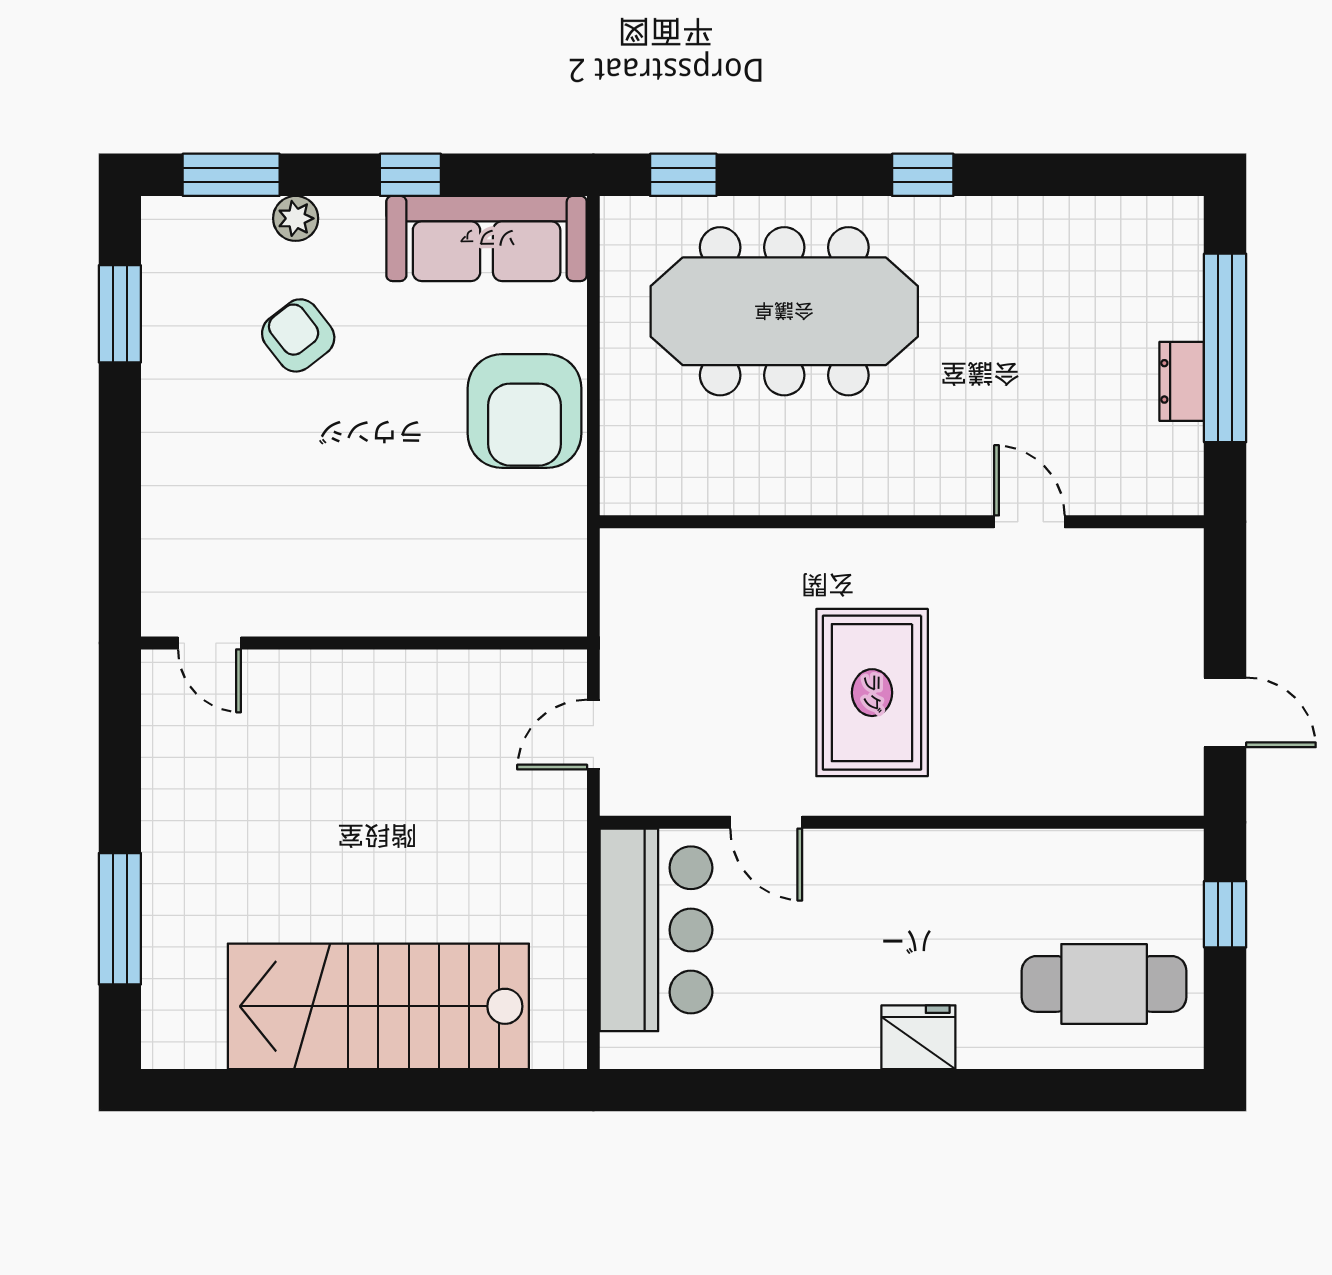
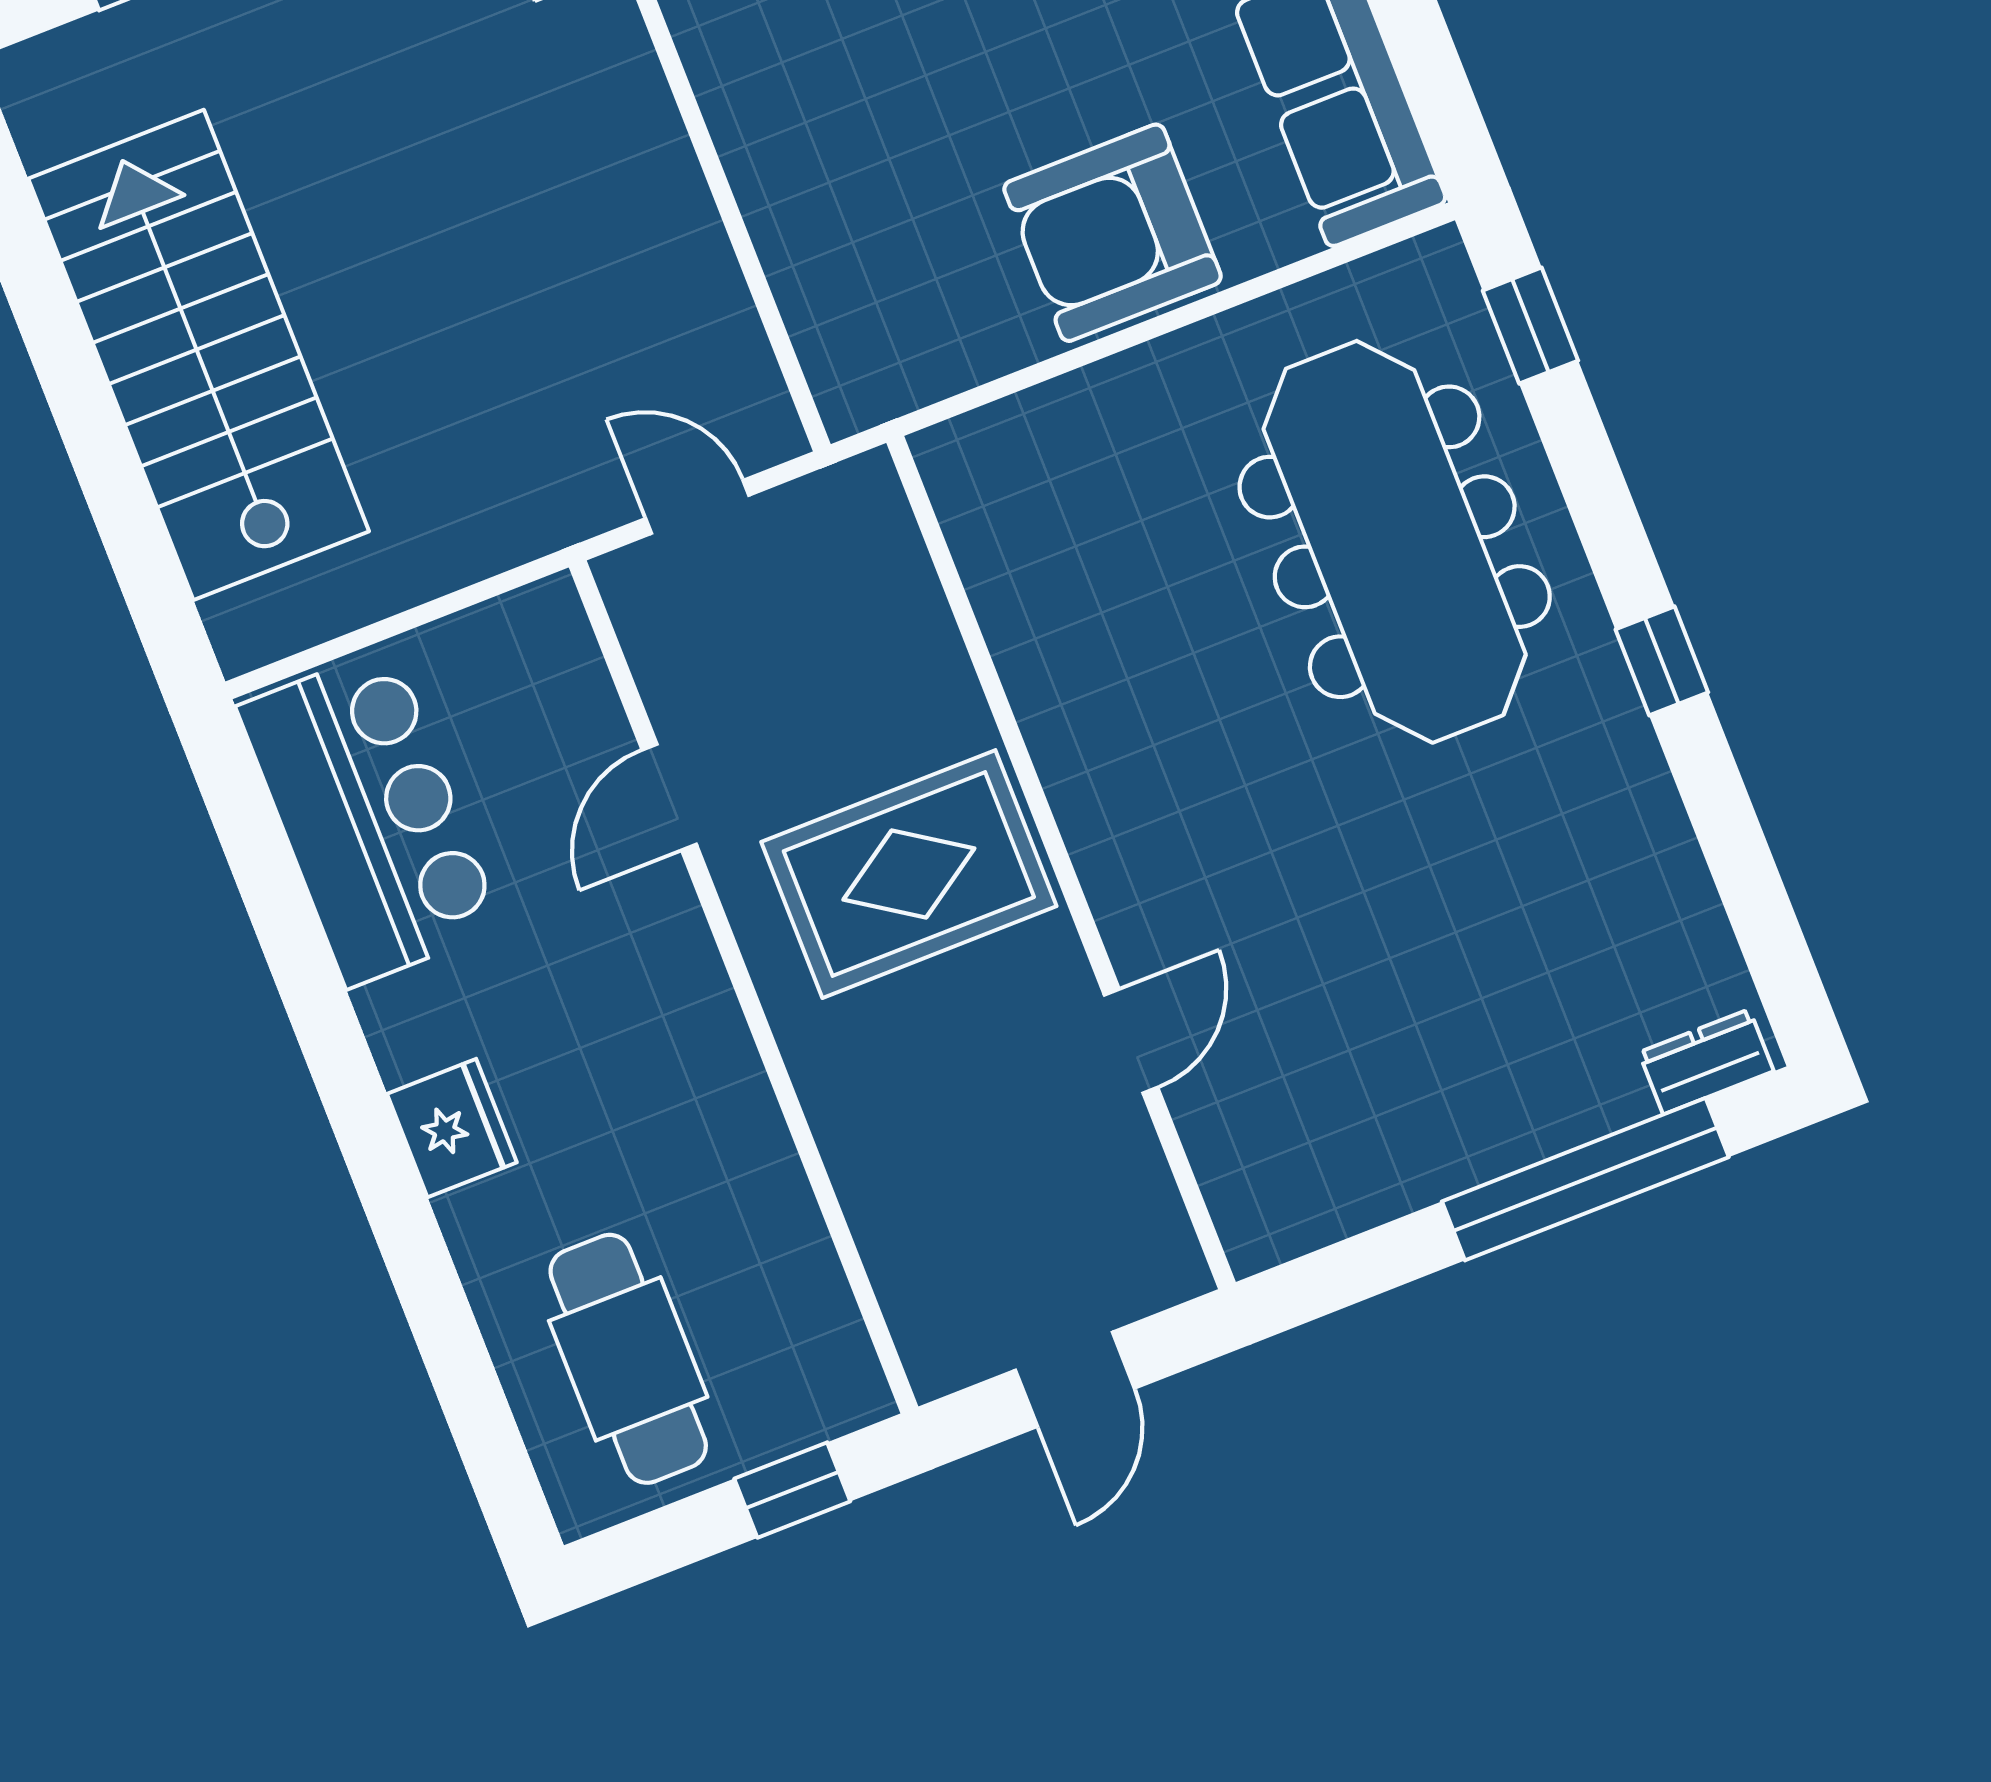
dresser: (1182, 381) -> (1706, 1062), moved
wall: (902, 522) -> (1061, 863), moved
door: (1029, 522) -> (1131, 1041), moved
bar counter: (656, 930) -> (369, 817), moved, turned -90

